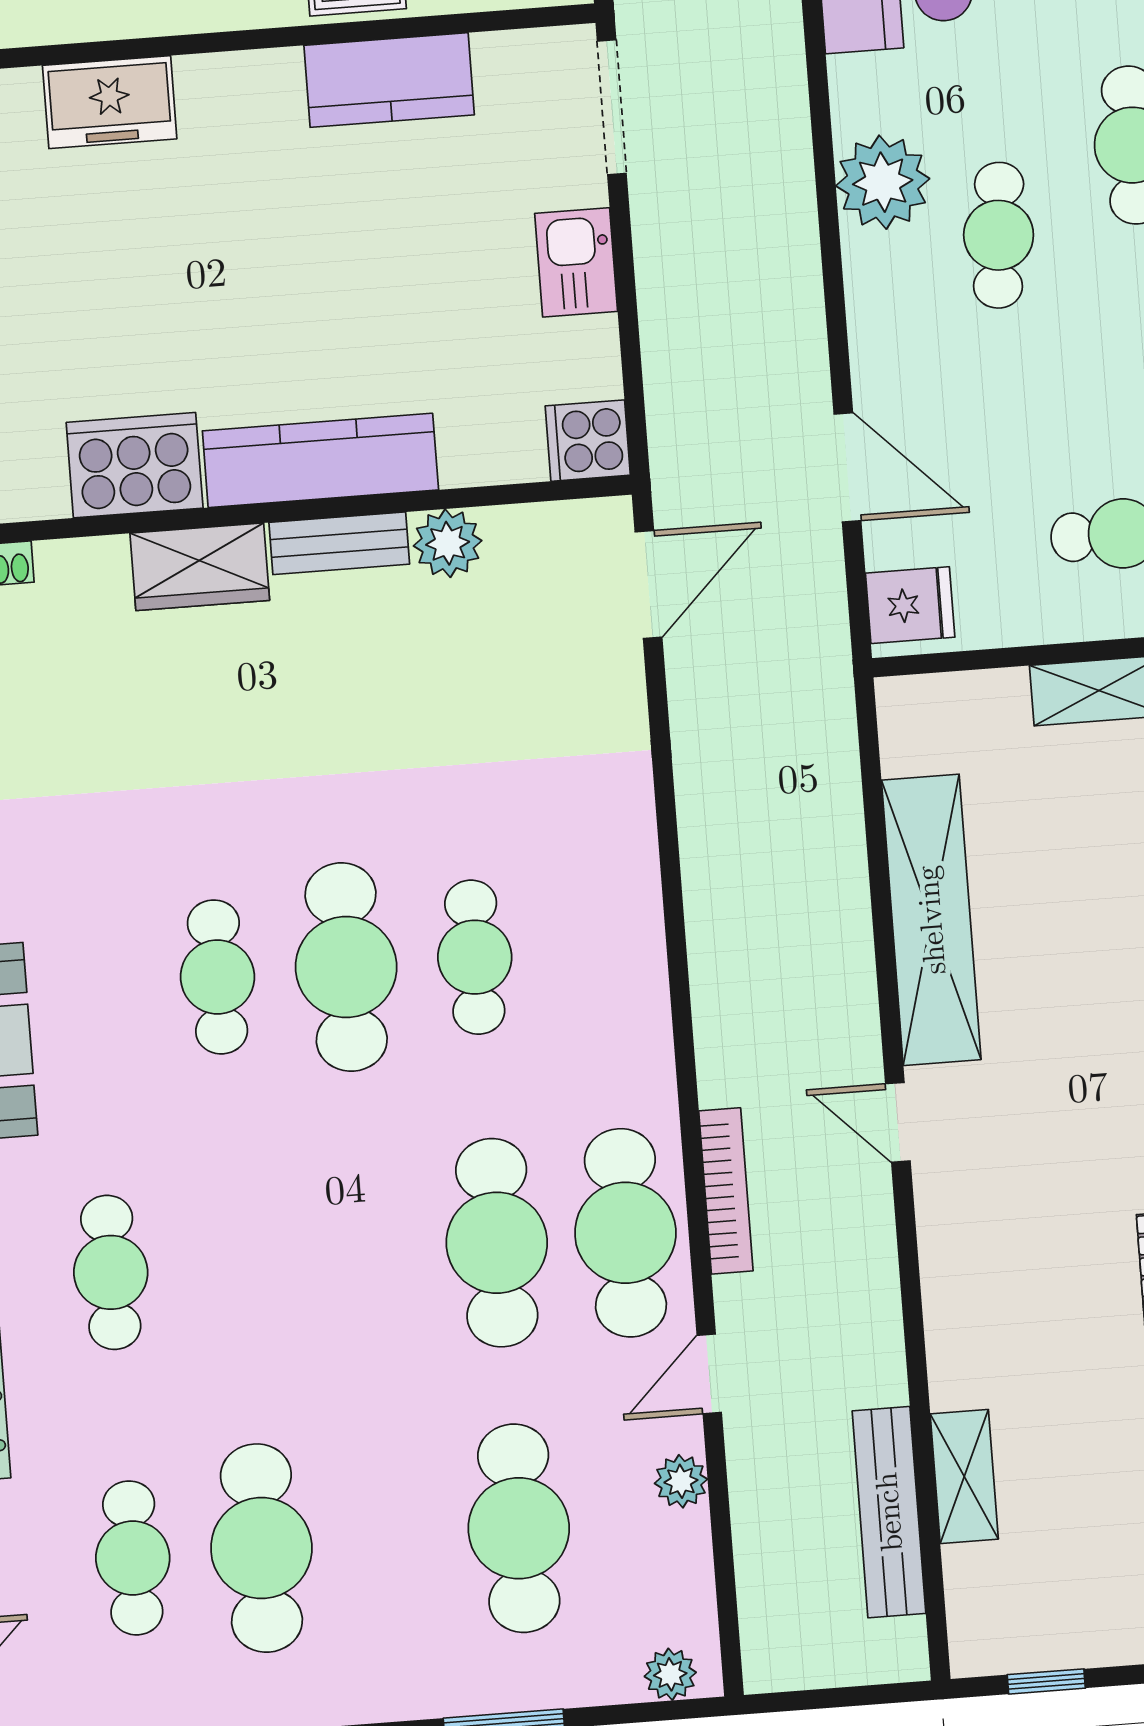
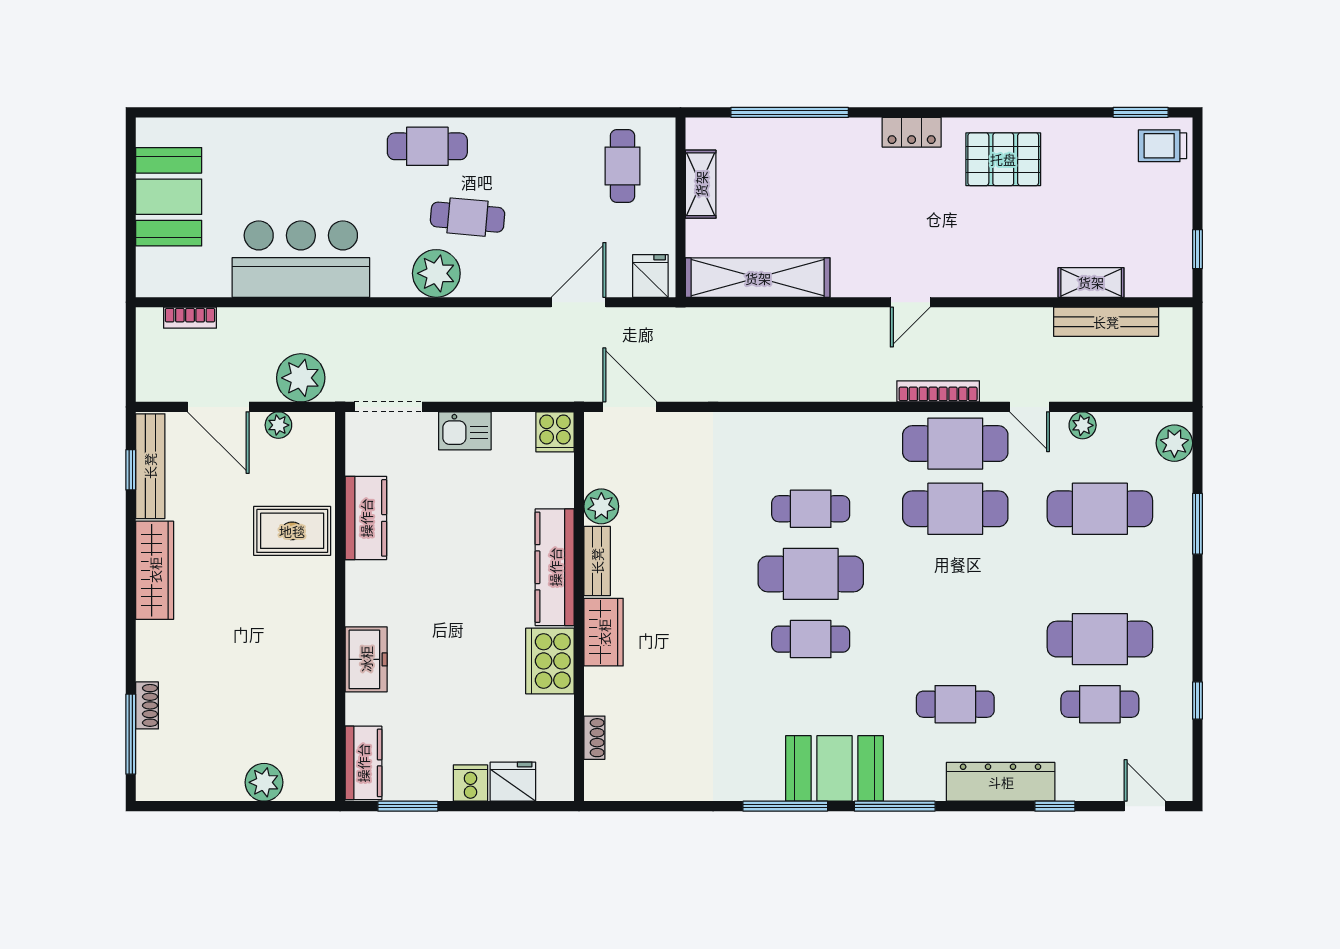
shelving: (931, 920) -> (758, 278), moved
plant: (670, 1674) -> (1174, 443), width x1.38, depth x1.38

